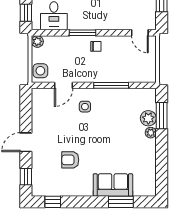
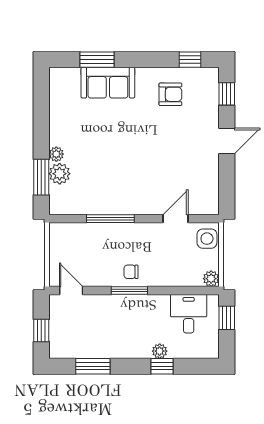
window: (83, 33) -> (129, 290), moved
side table: (85, 107) -> (146, 190), removed
armchair: (70, 160) -> (170, 94), moved

